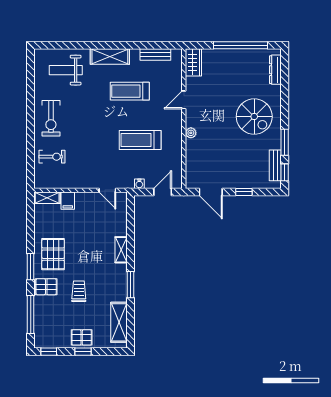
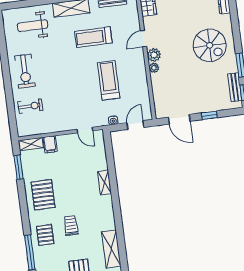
plant: (193, 119) -> (154, 55), added
treadmill: (140, 140) -> (109, 80), turned 90
window: (31, 267) -> (19, 167), moved
window: (130, 285) -> (117, 213), removed
pallet: (46, 287) -> (45, 235), moved, turned 90

